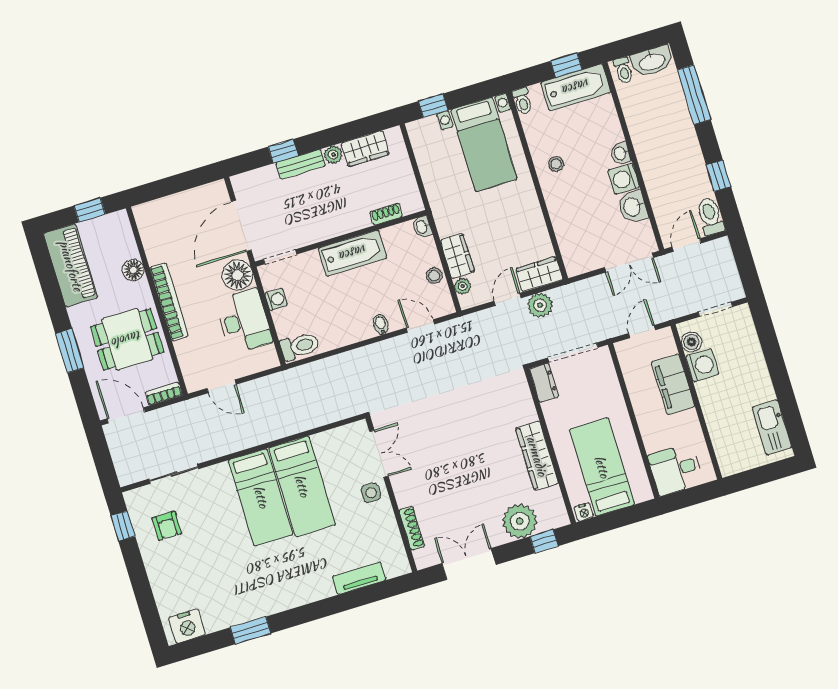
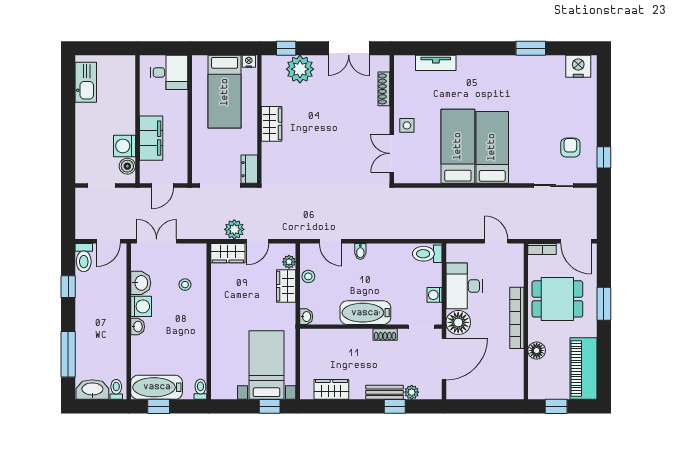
bed with nightstands: (484, 144) -> (267, 365), moved
plant: (333, 155) -> (412, 392), moved
stool: (556, 164) -> (185, 285), moved
shoe rack: (386, 214) -> (385, 335), moved
wardrobe: (537, 456) -> (272, 124), width x0.67

